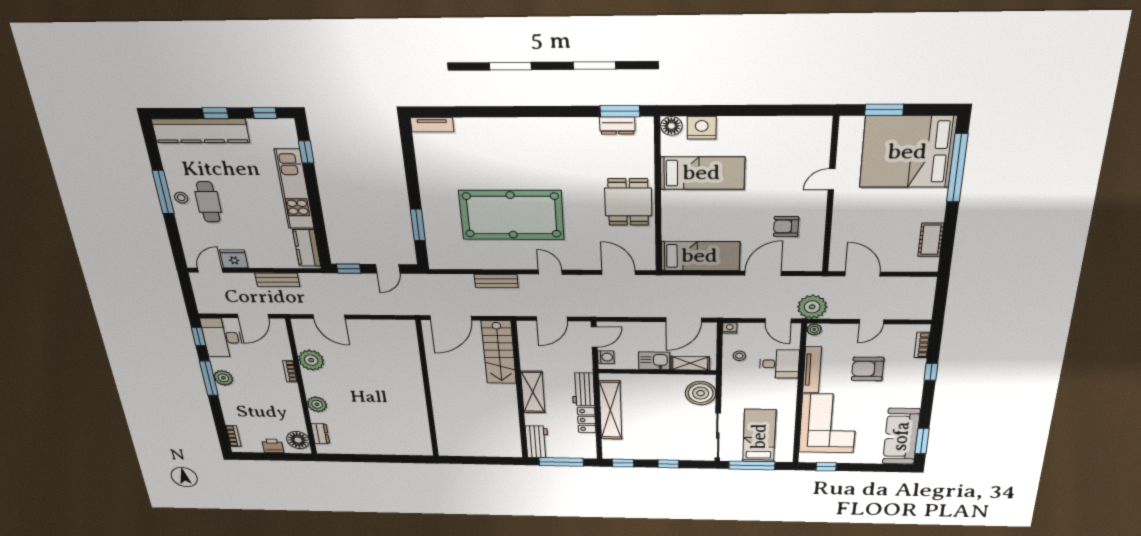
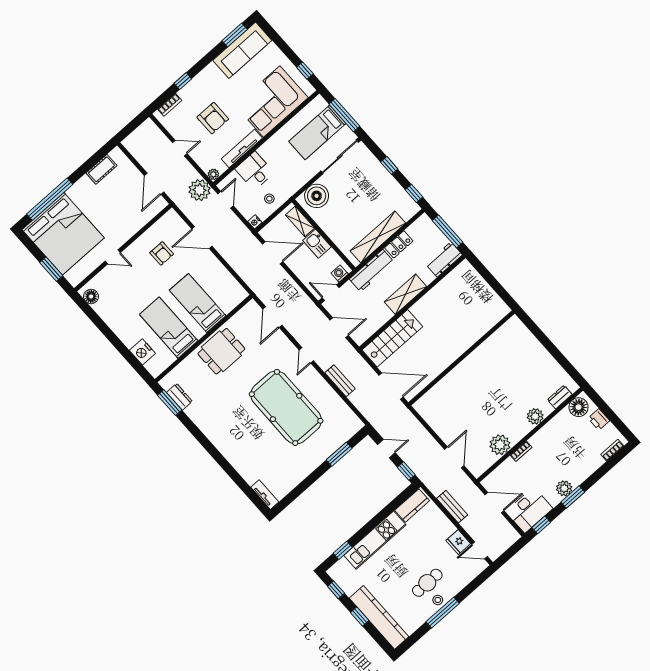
floor lamp: (671, 126) -> (91, 296), moved
bed: (700, 256) -> (198, 303), moved
window: (209, 378) -> (573, 497), width x0.69
workbench: (583, 389) -> (372, 271), width x1.38

